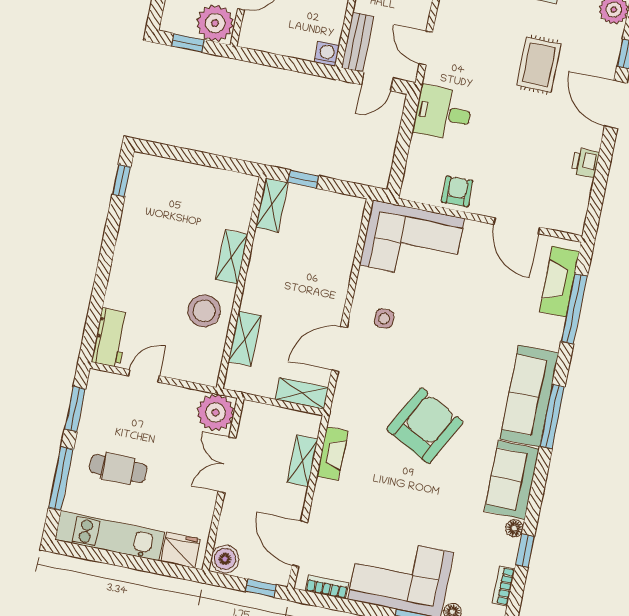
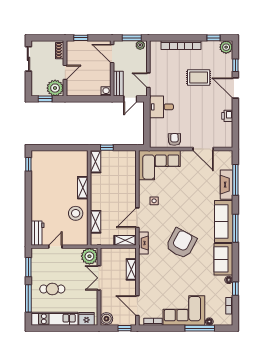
rug: (539, 65) -> (199, 77), turned 90
fireplace: (559, 282) -> (226, 185), moved
fireplace: (332, 453) -> (143, 243), moved

